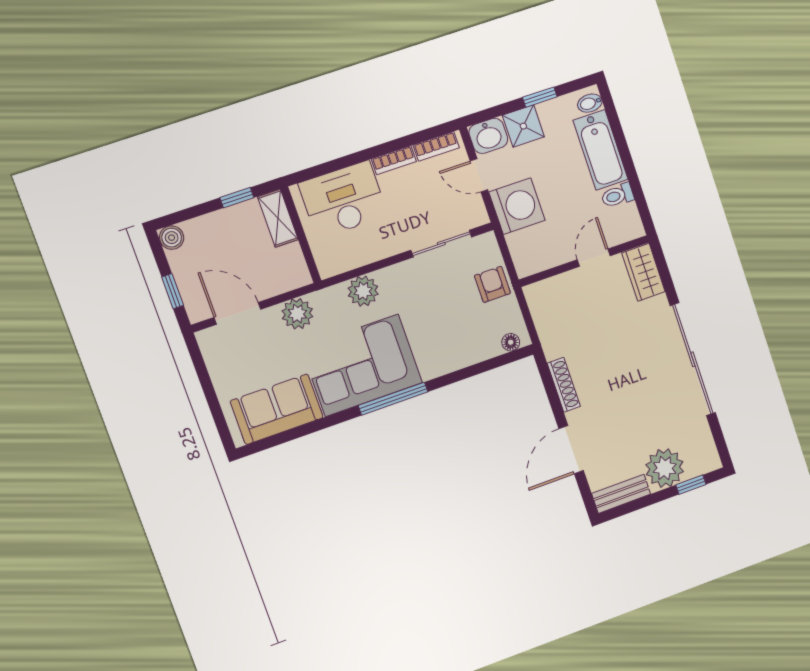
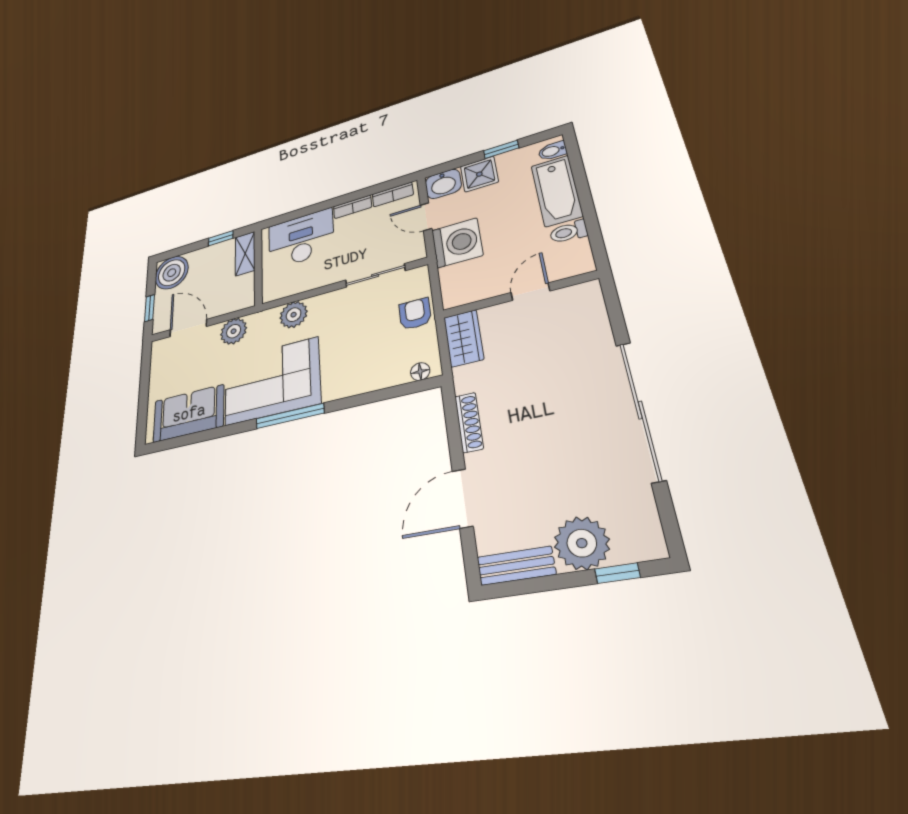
boiler: (172, 238) -> (172, 273), width x1.86, depth x1.86
wardrobe: (644, 272) -> (464, 338), moved, turned 180

